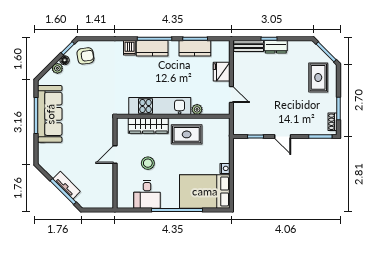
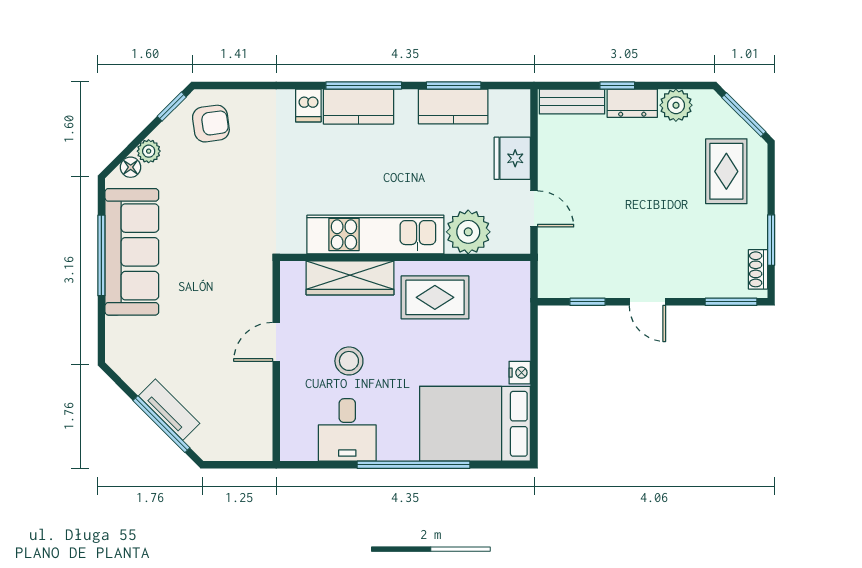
plant: (295, 48) -> (676, 105), added
floor lamp: (65, 60) -> (131, 167), moved
plant: (197, 109) -> (468, 232), width x1.87, depth x1.87

